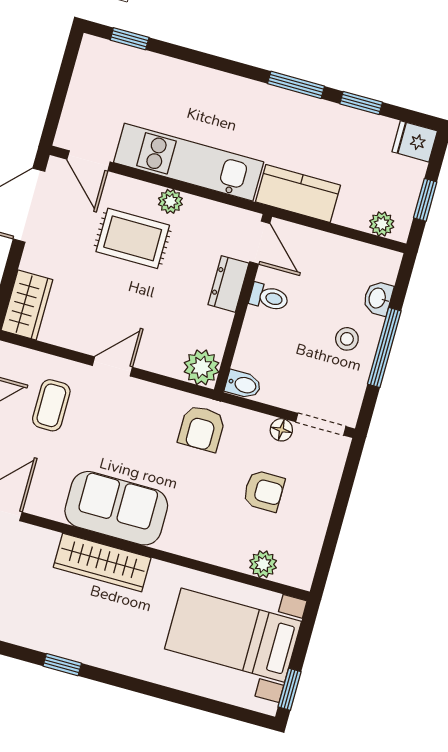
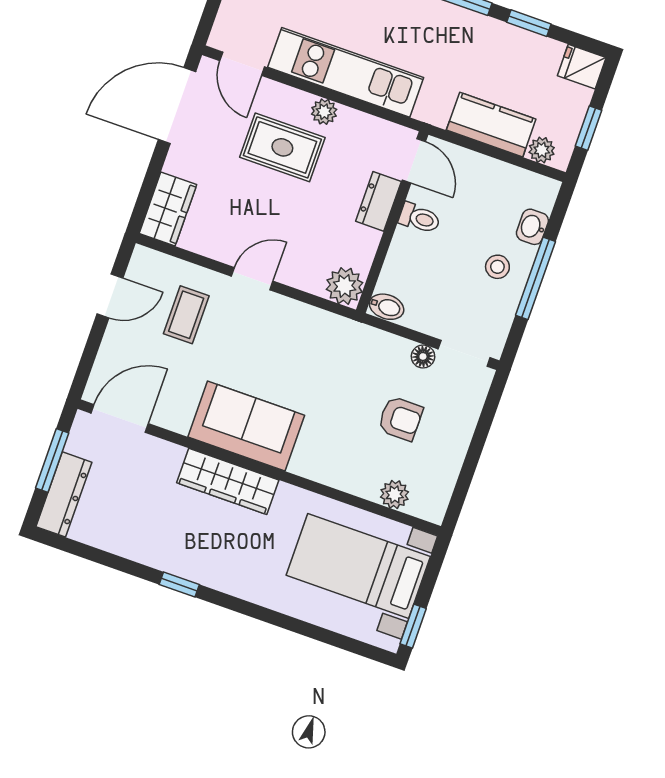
kitchen counter: (298, 194) -> (491, 125), moved
armchair: (202, 428) -> (340, 349), removed

